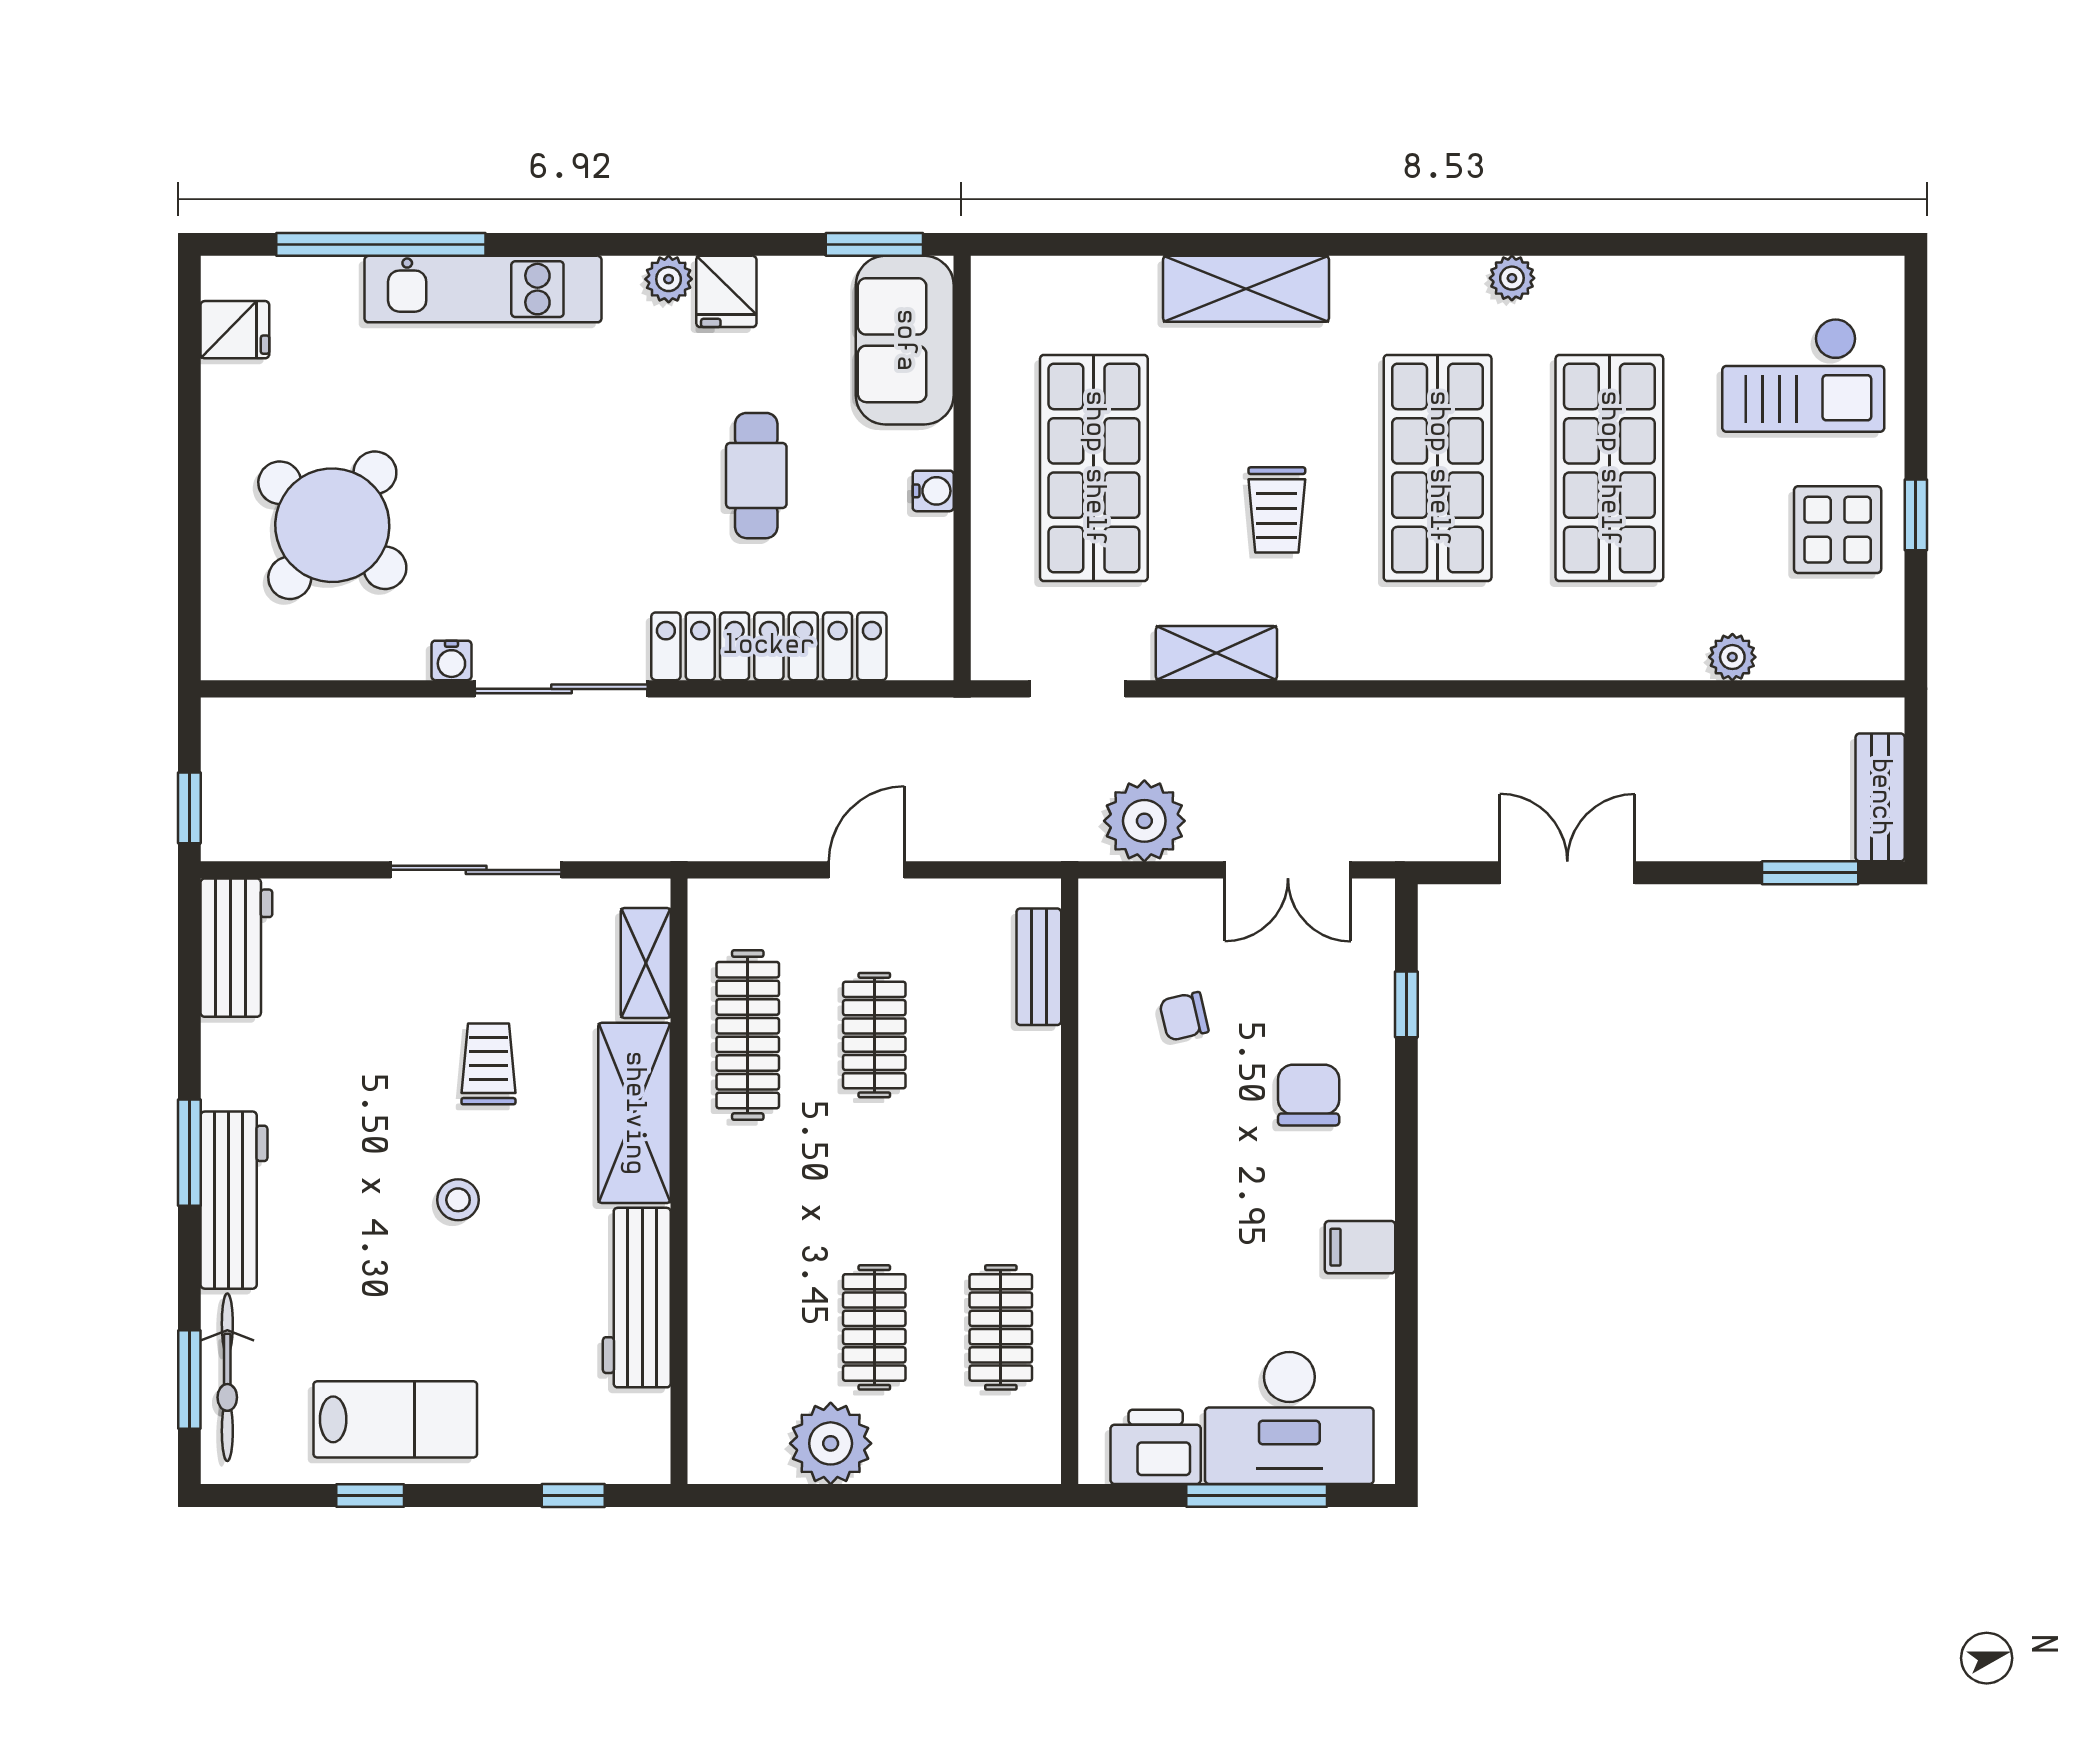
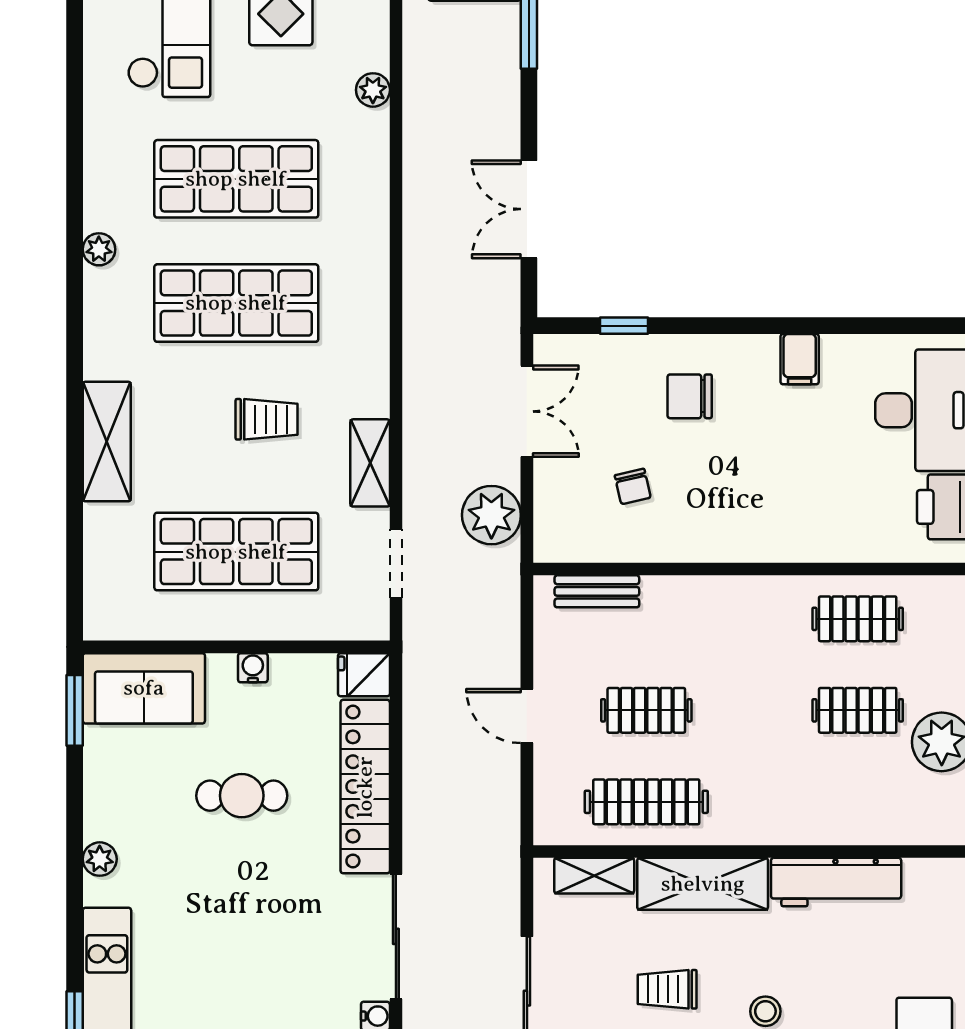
fridge: (726, 291) -> (364, 675), moved, turned 180

